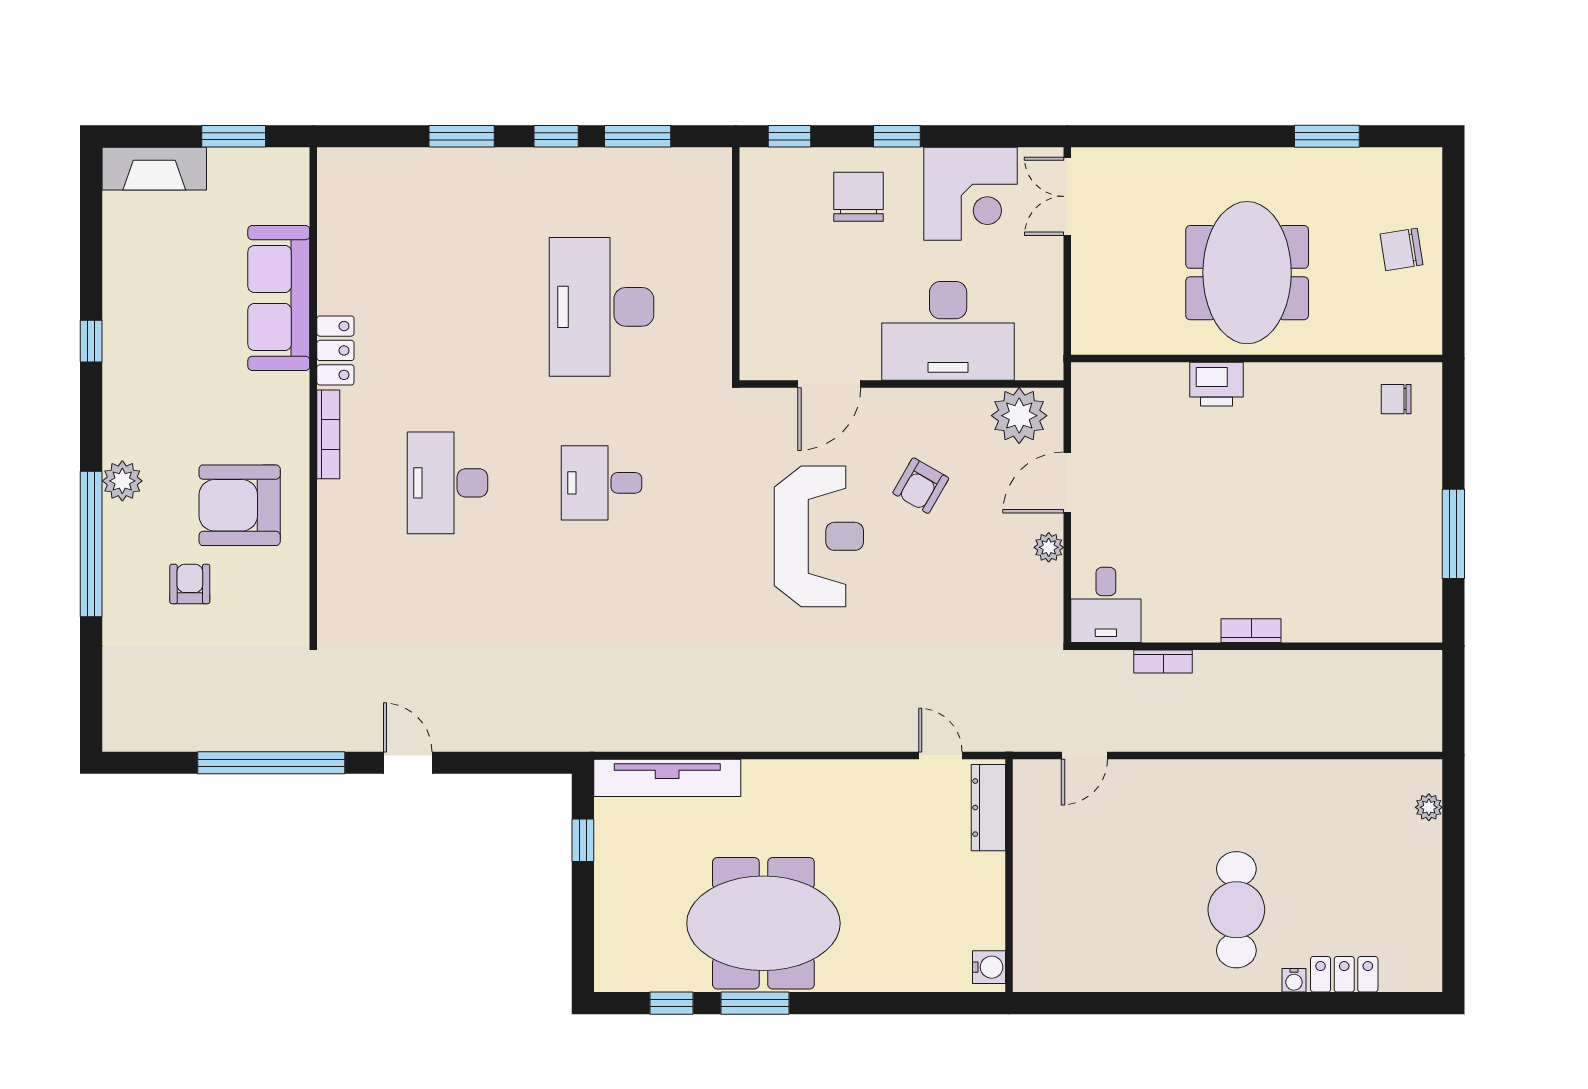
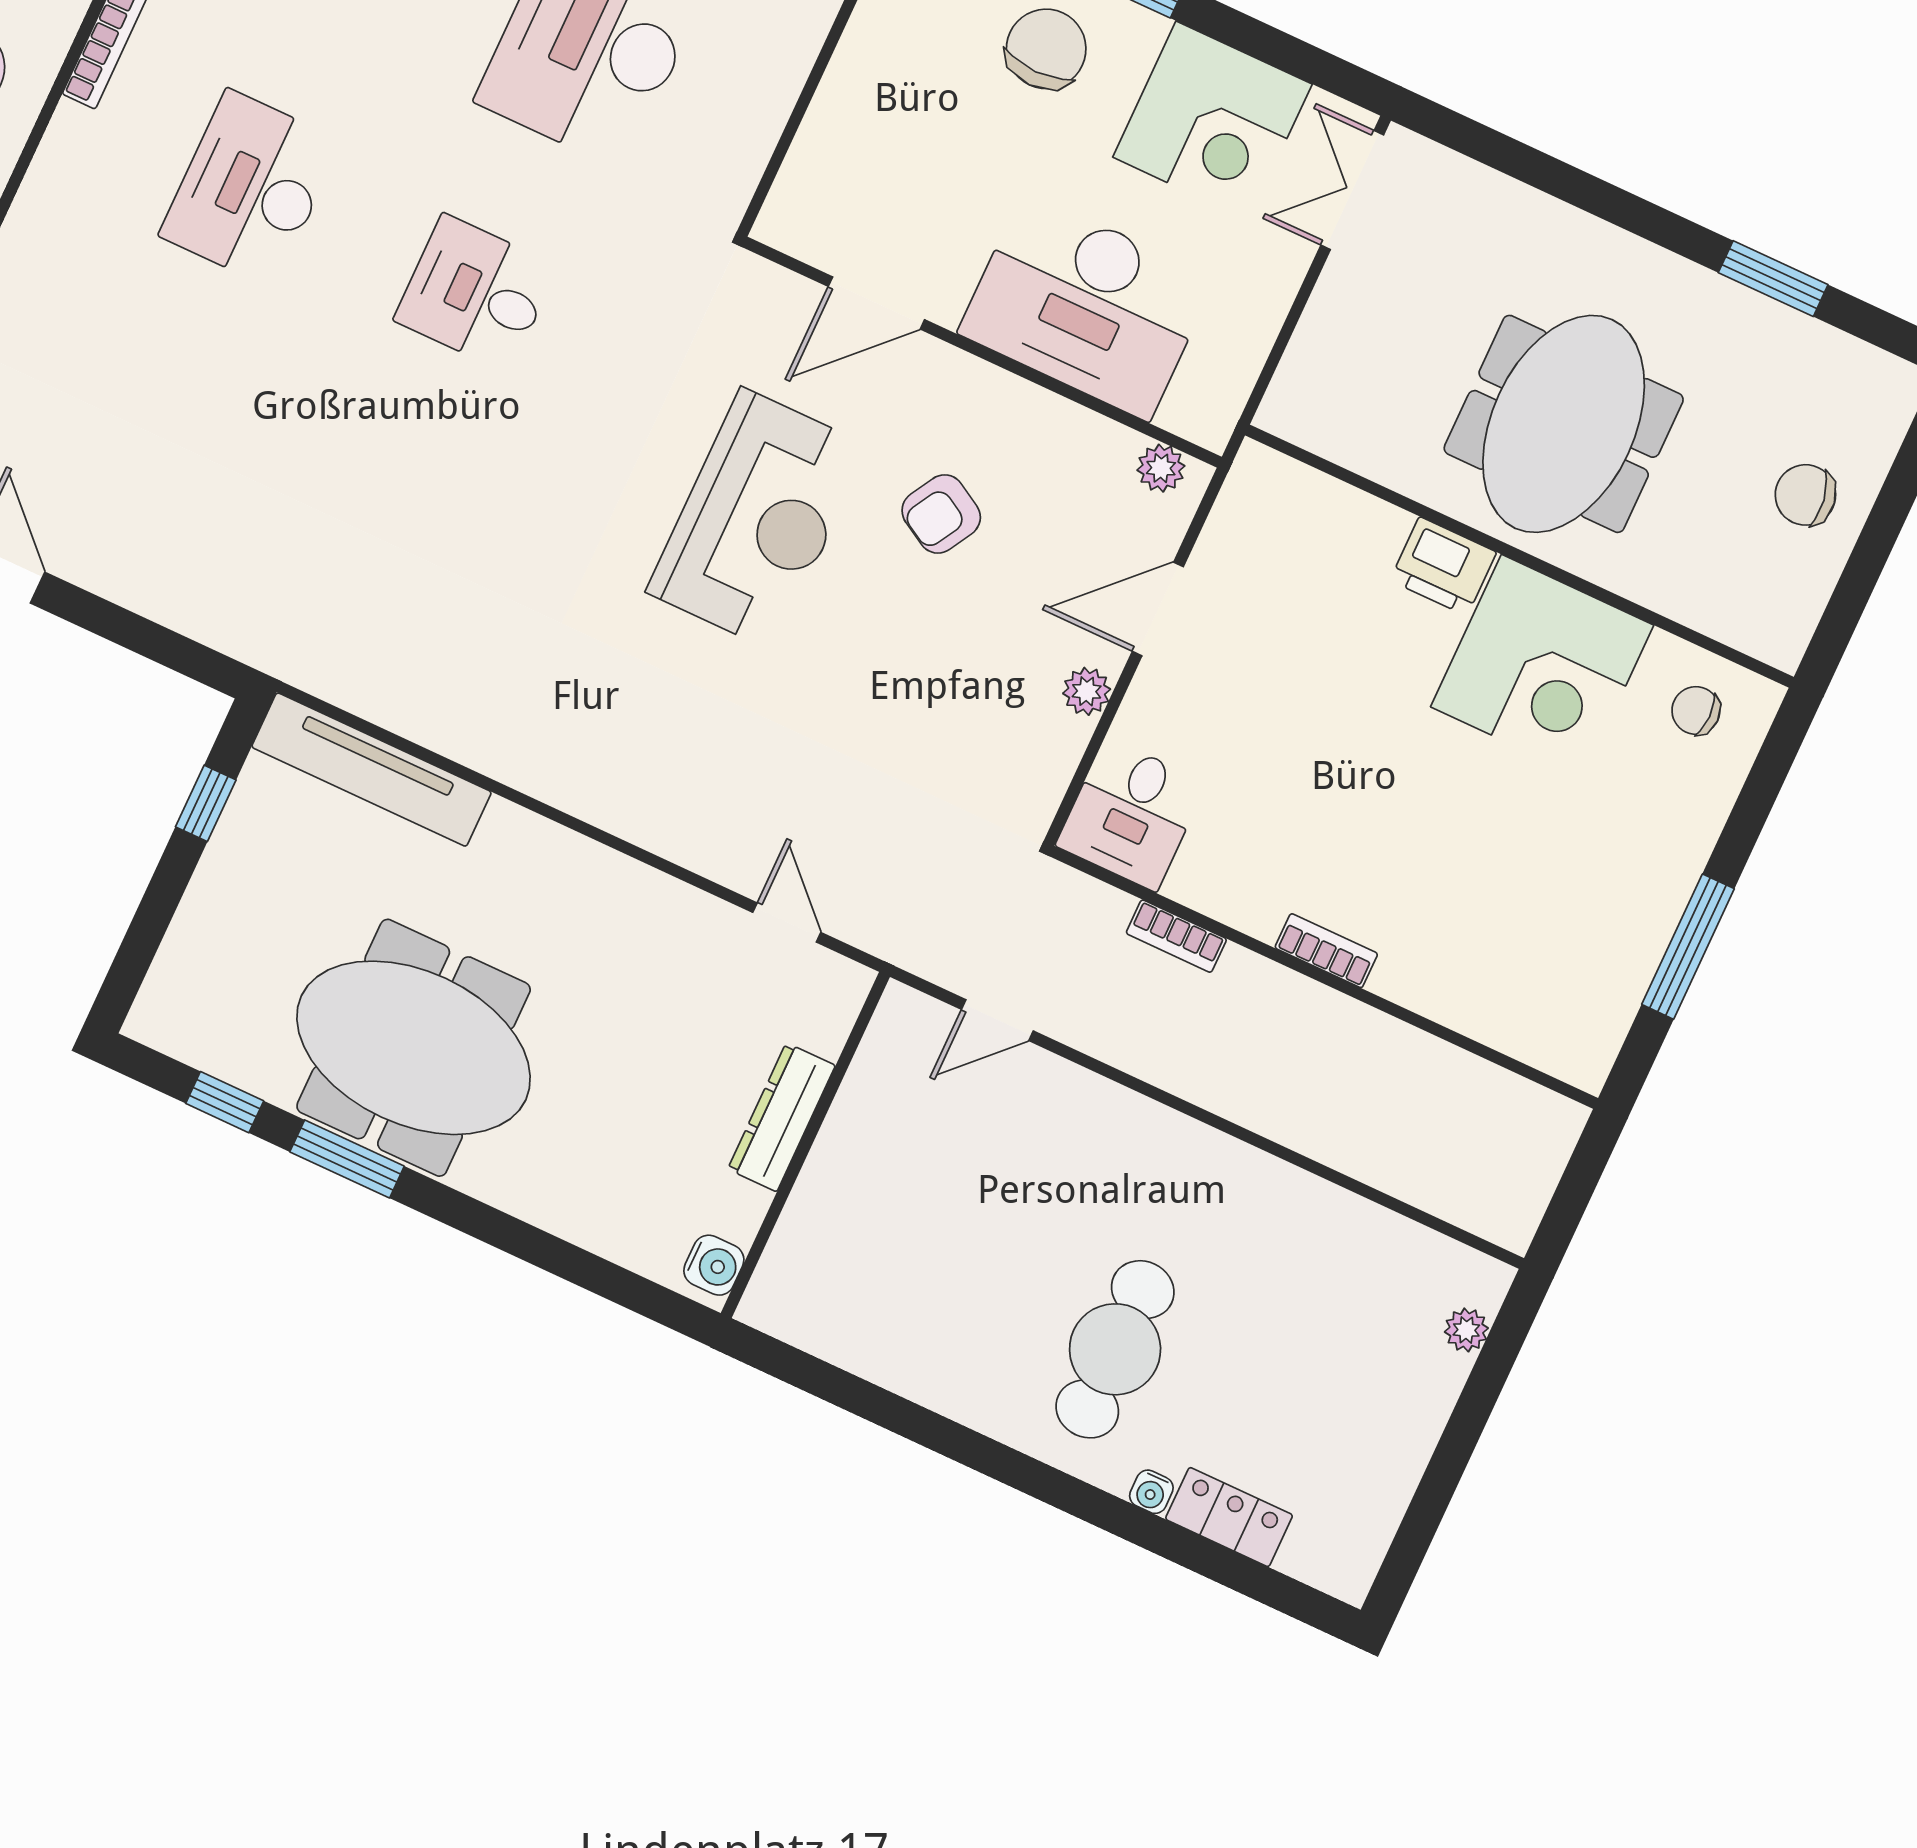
corner desk: (1298, 414) -> (1542, 666), added
plant: (1019, 416) -> (1161, 468), width x0.53, depth x0.53
dresser: (988, 808) -> (782, 1117), moved

